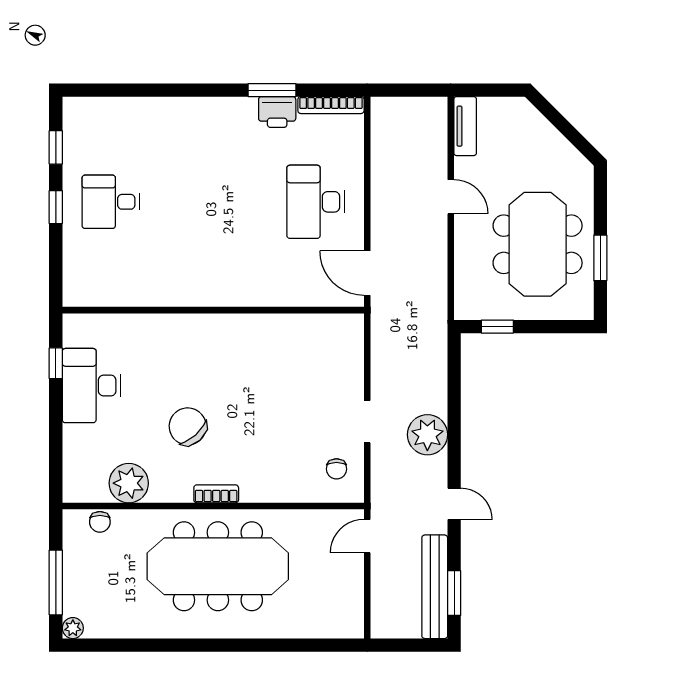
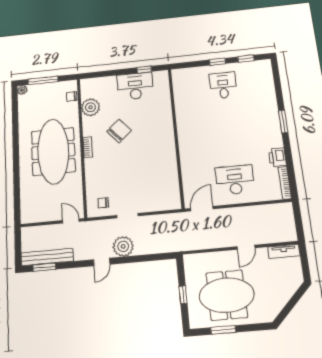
window: (272, 90) -> (283, 122), moved
window: (497, 327) -> (183, 295), moved
door: (454, 504) -> (102, 262), moved

